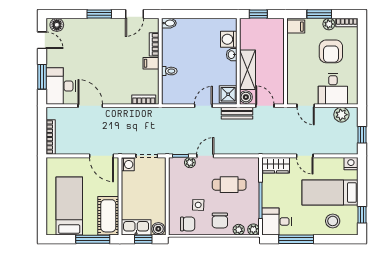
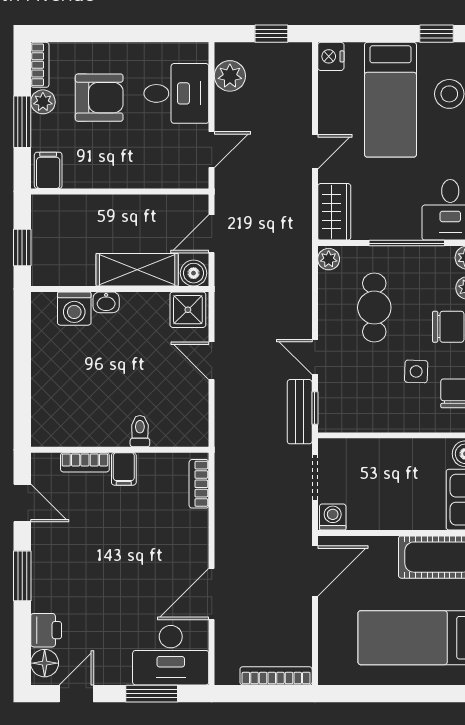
bidet: (169, 23) -> (41, 432), removed
printer: (73, 26) -> (46, 630), added
bench: (237, 113) -> (300, 412), moved
plant: (190, 163) -> (329, 259), moved

